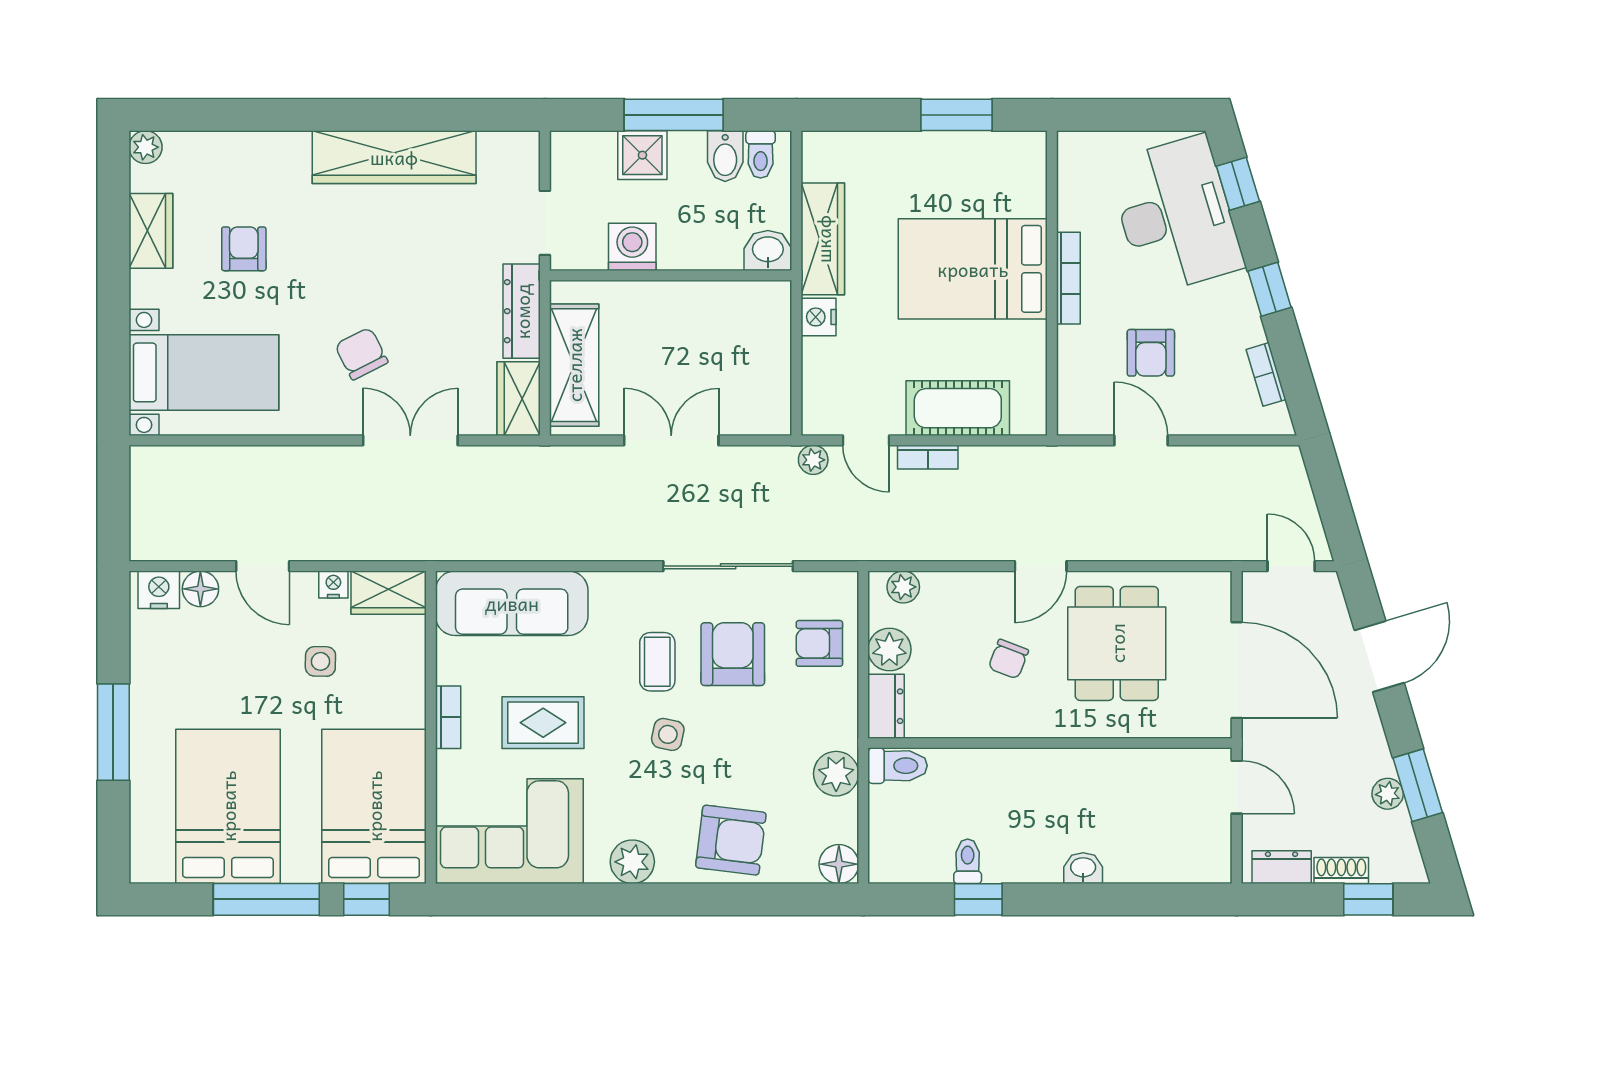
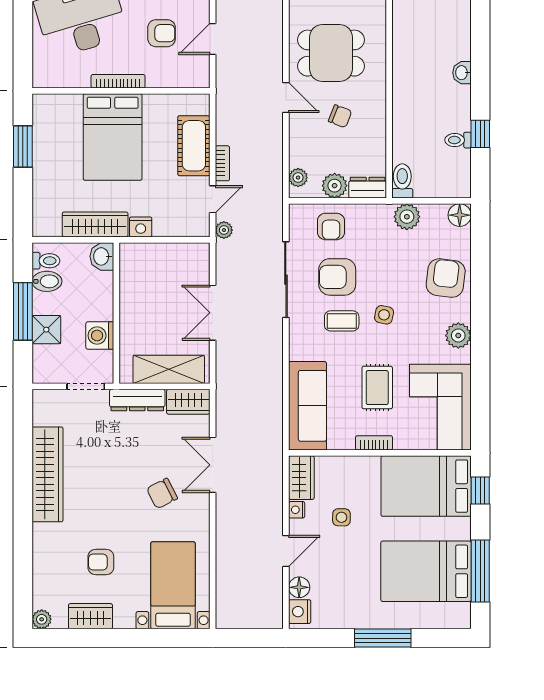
window: (266, 899) -> (480, 571), moved

